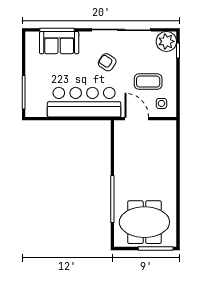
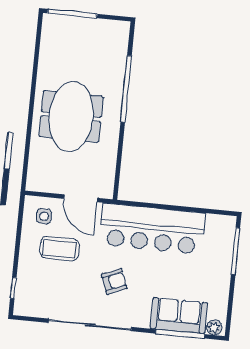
plant: (166, 41) -> (214, 327), moved, width x0.53, depth x0.53
armchair: (107, 62) -> (114, 281), turned -55
meeting table: (144, 222) -> (71, 117), moved, turned 90

